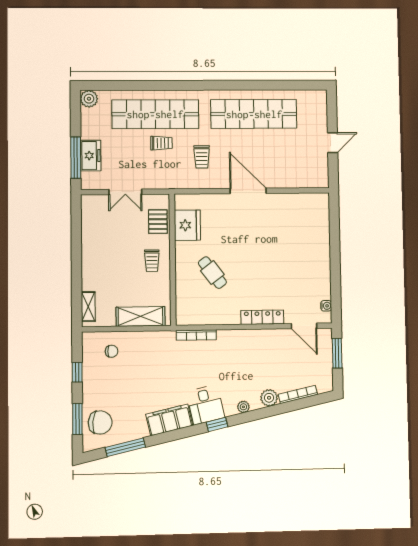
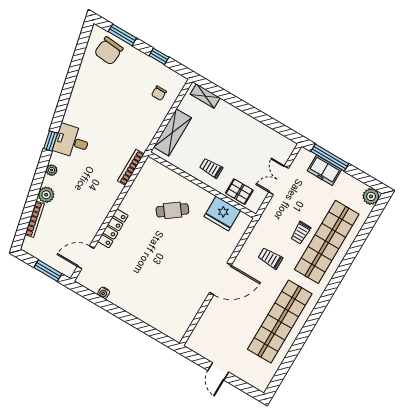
water cooler: (326, 306) -> (104, 293), moved
filing cabinet: (169, 420) -> (77, 106), removed
window: (125, 447) -> (77, 59), removed

